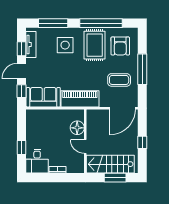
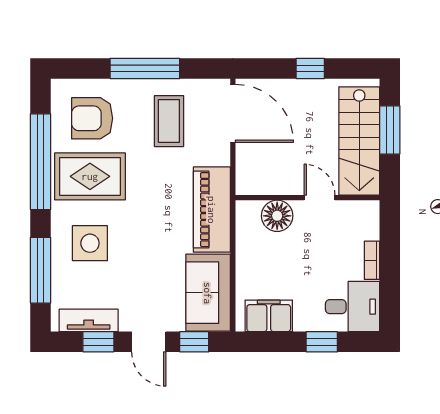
armchair: (120, 46) -> (92, 118), turned 180
filing cabinet: (33, 124) -> (269, 316), added
door: (85, 146) -> (320, 198), swing flipped

